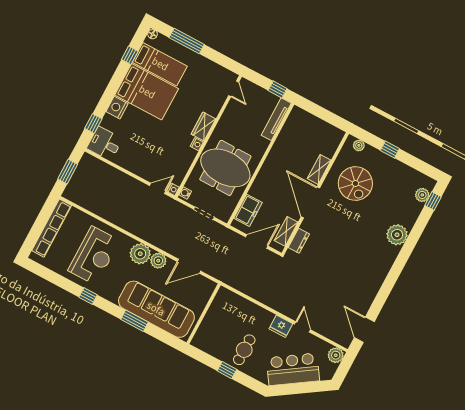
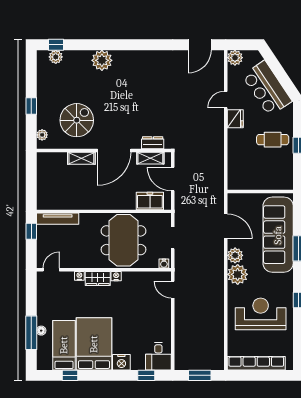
floor lamp: (153, 34) -> (41, 331), moved
nightstand: (173, 189) -> (79, 276), moved

